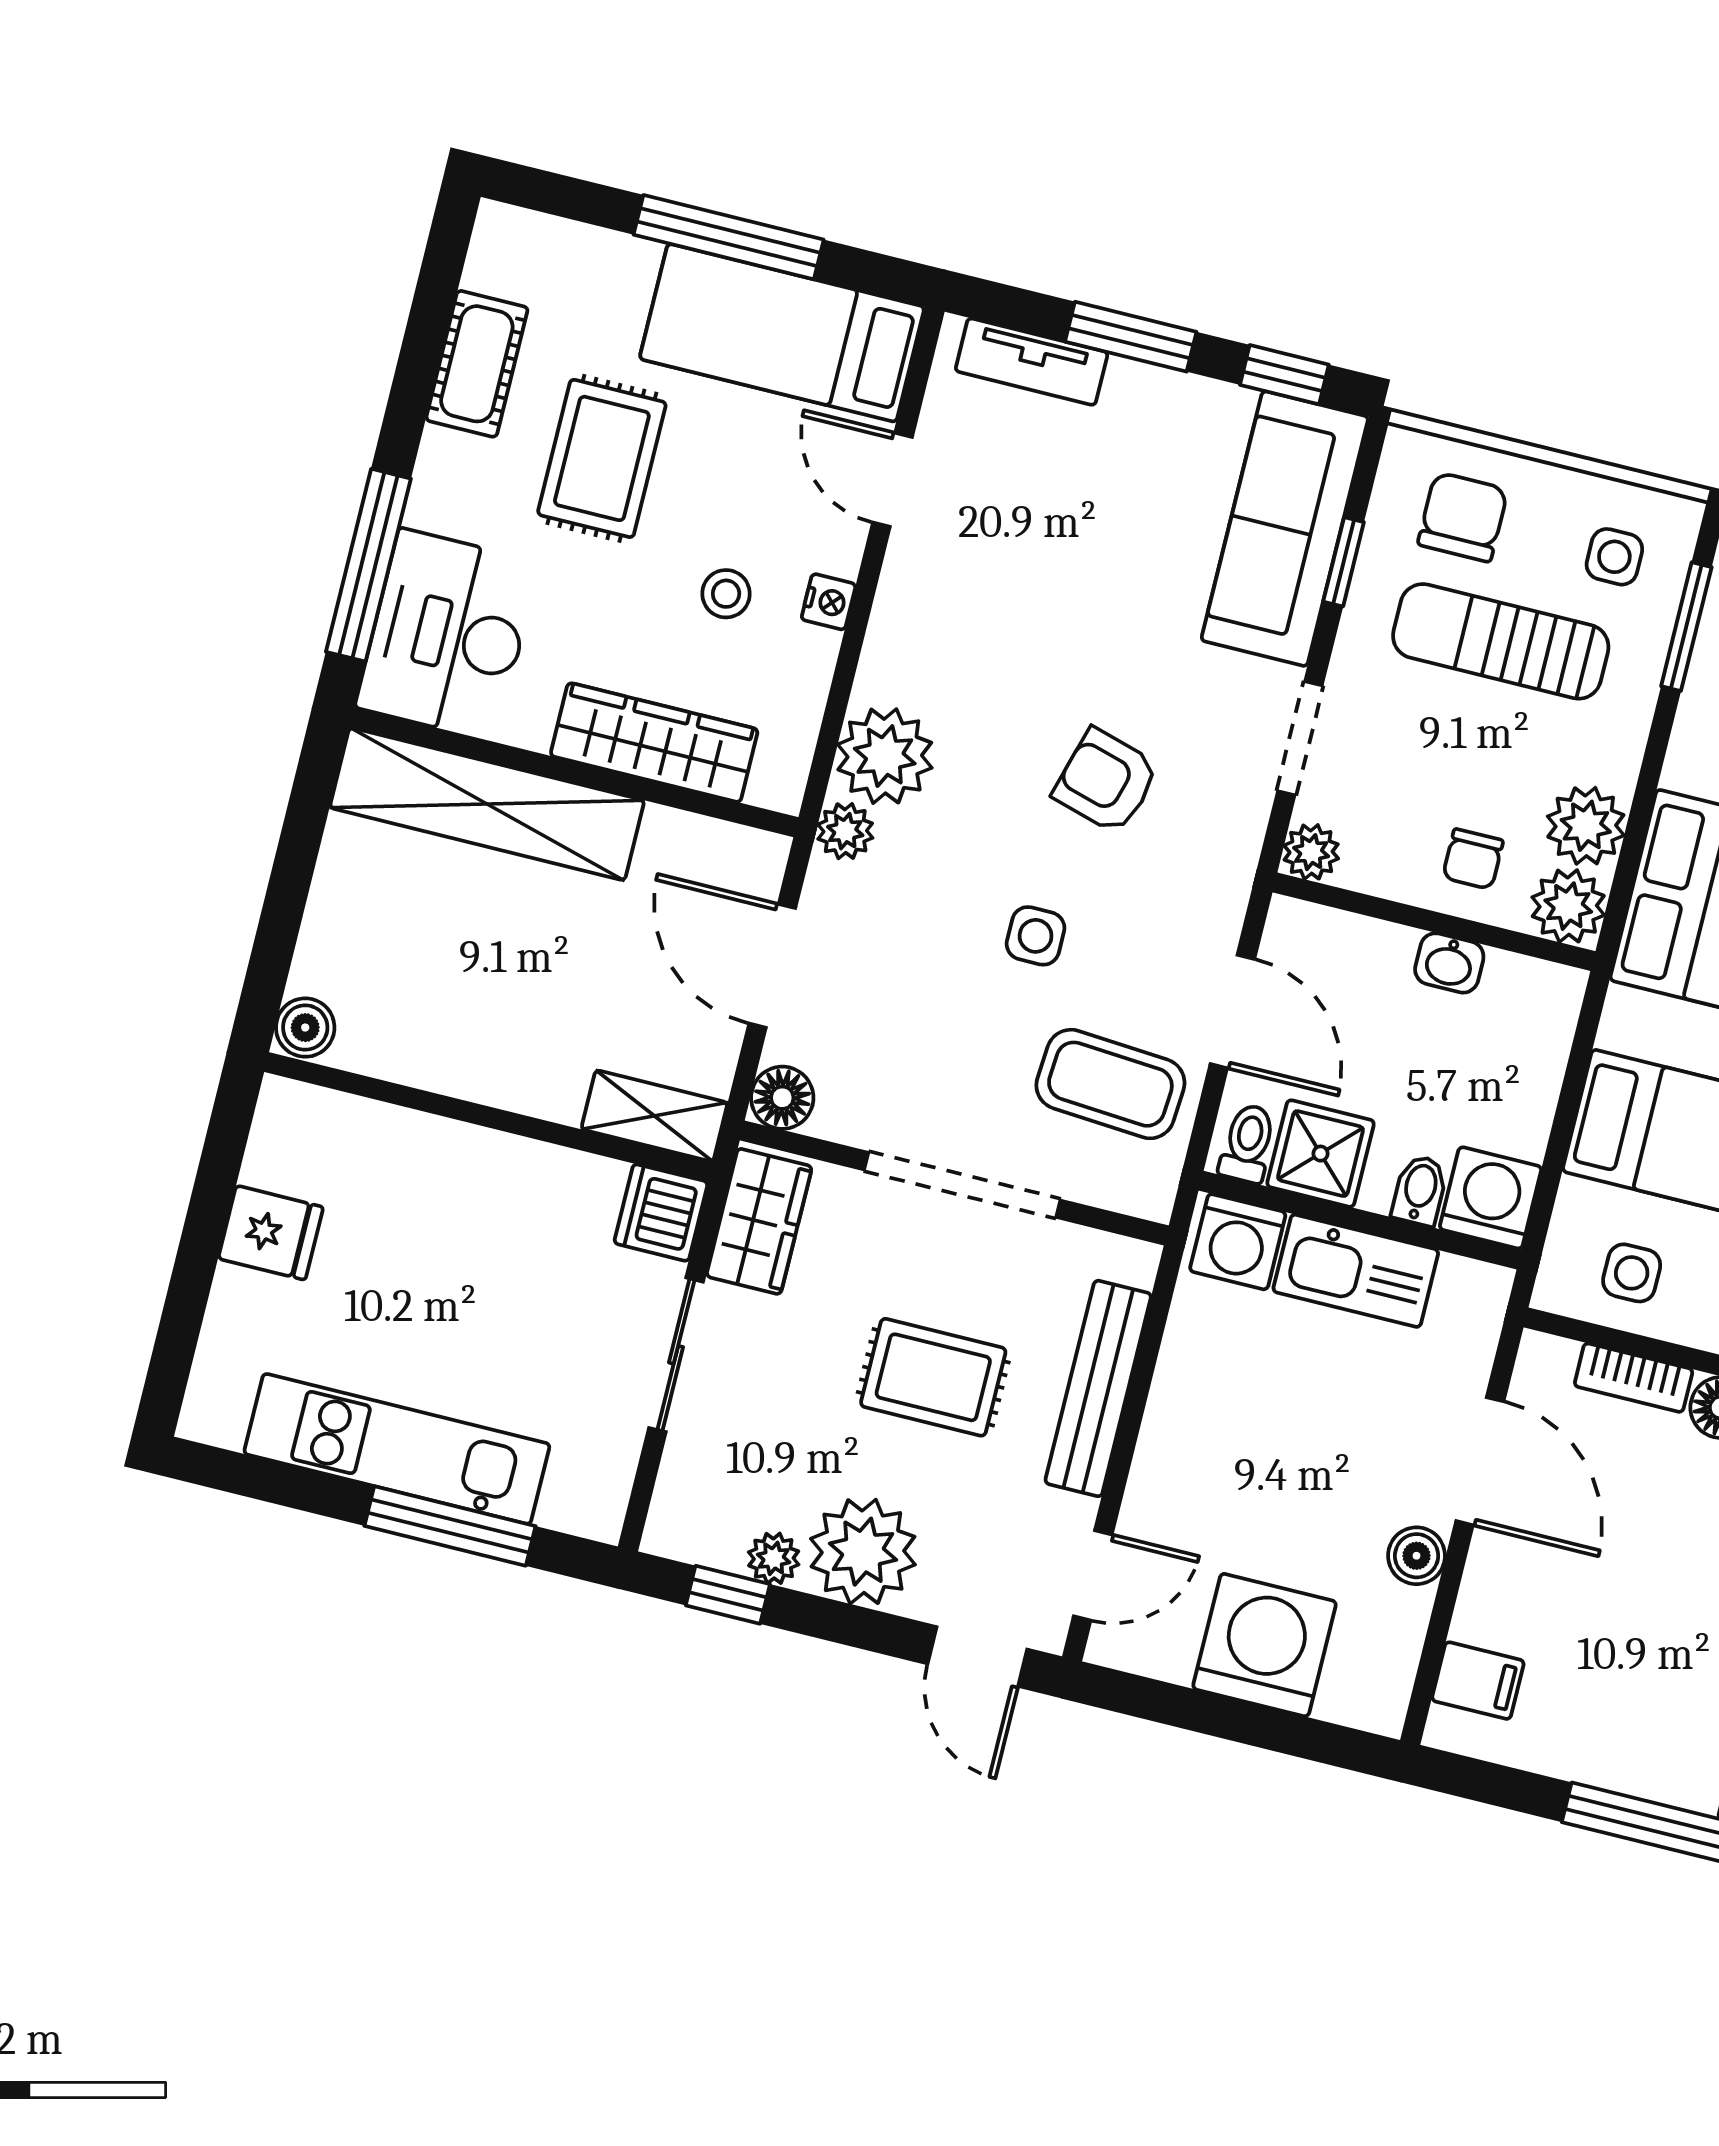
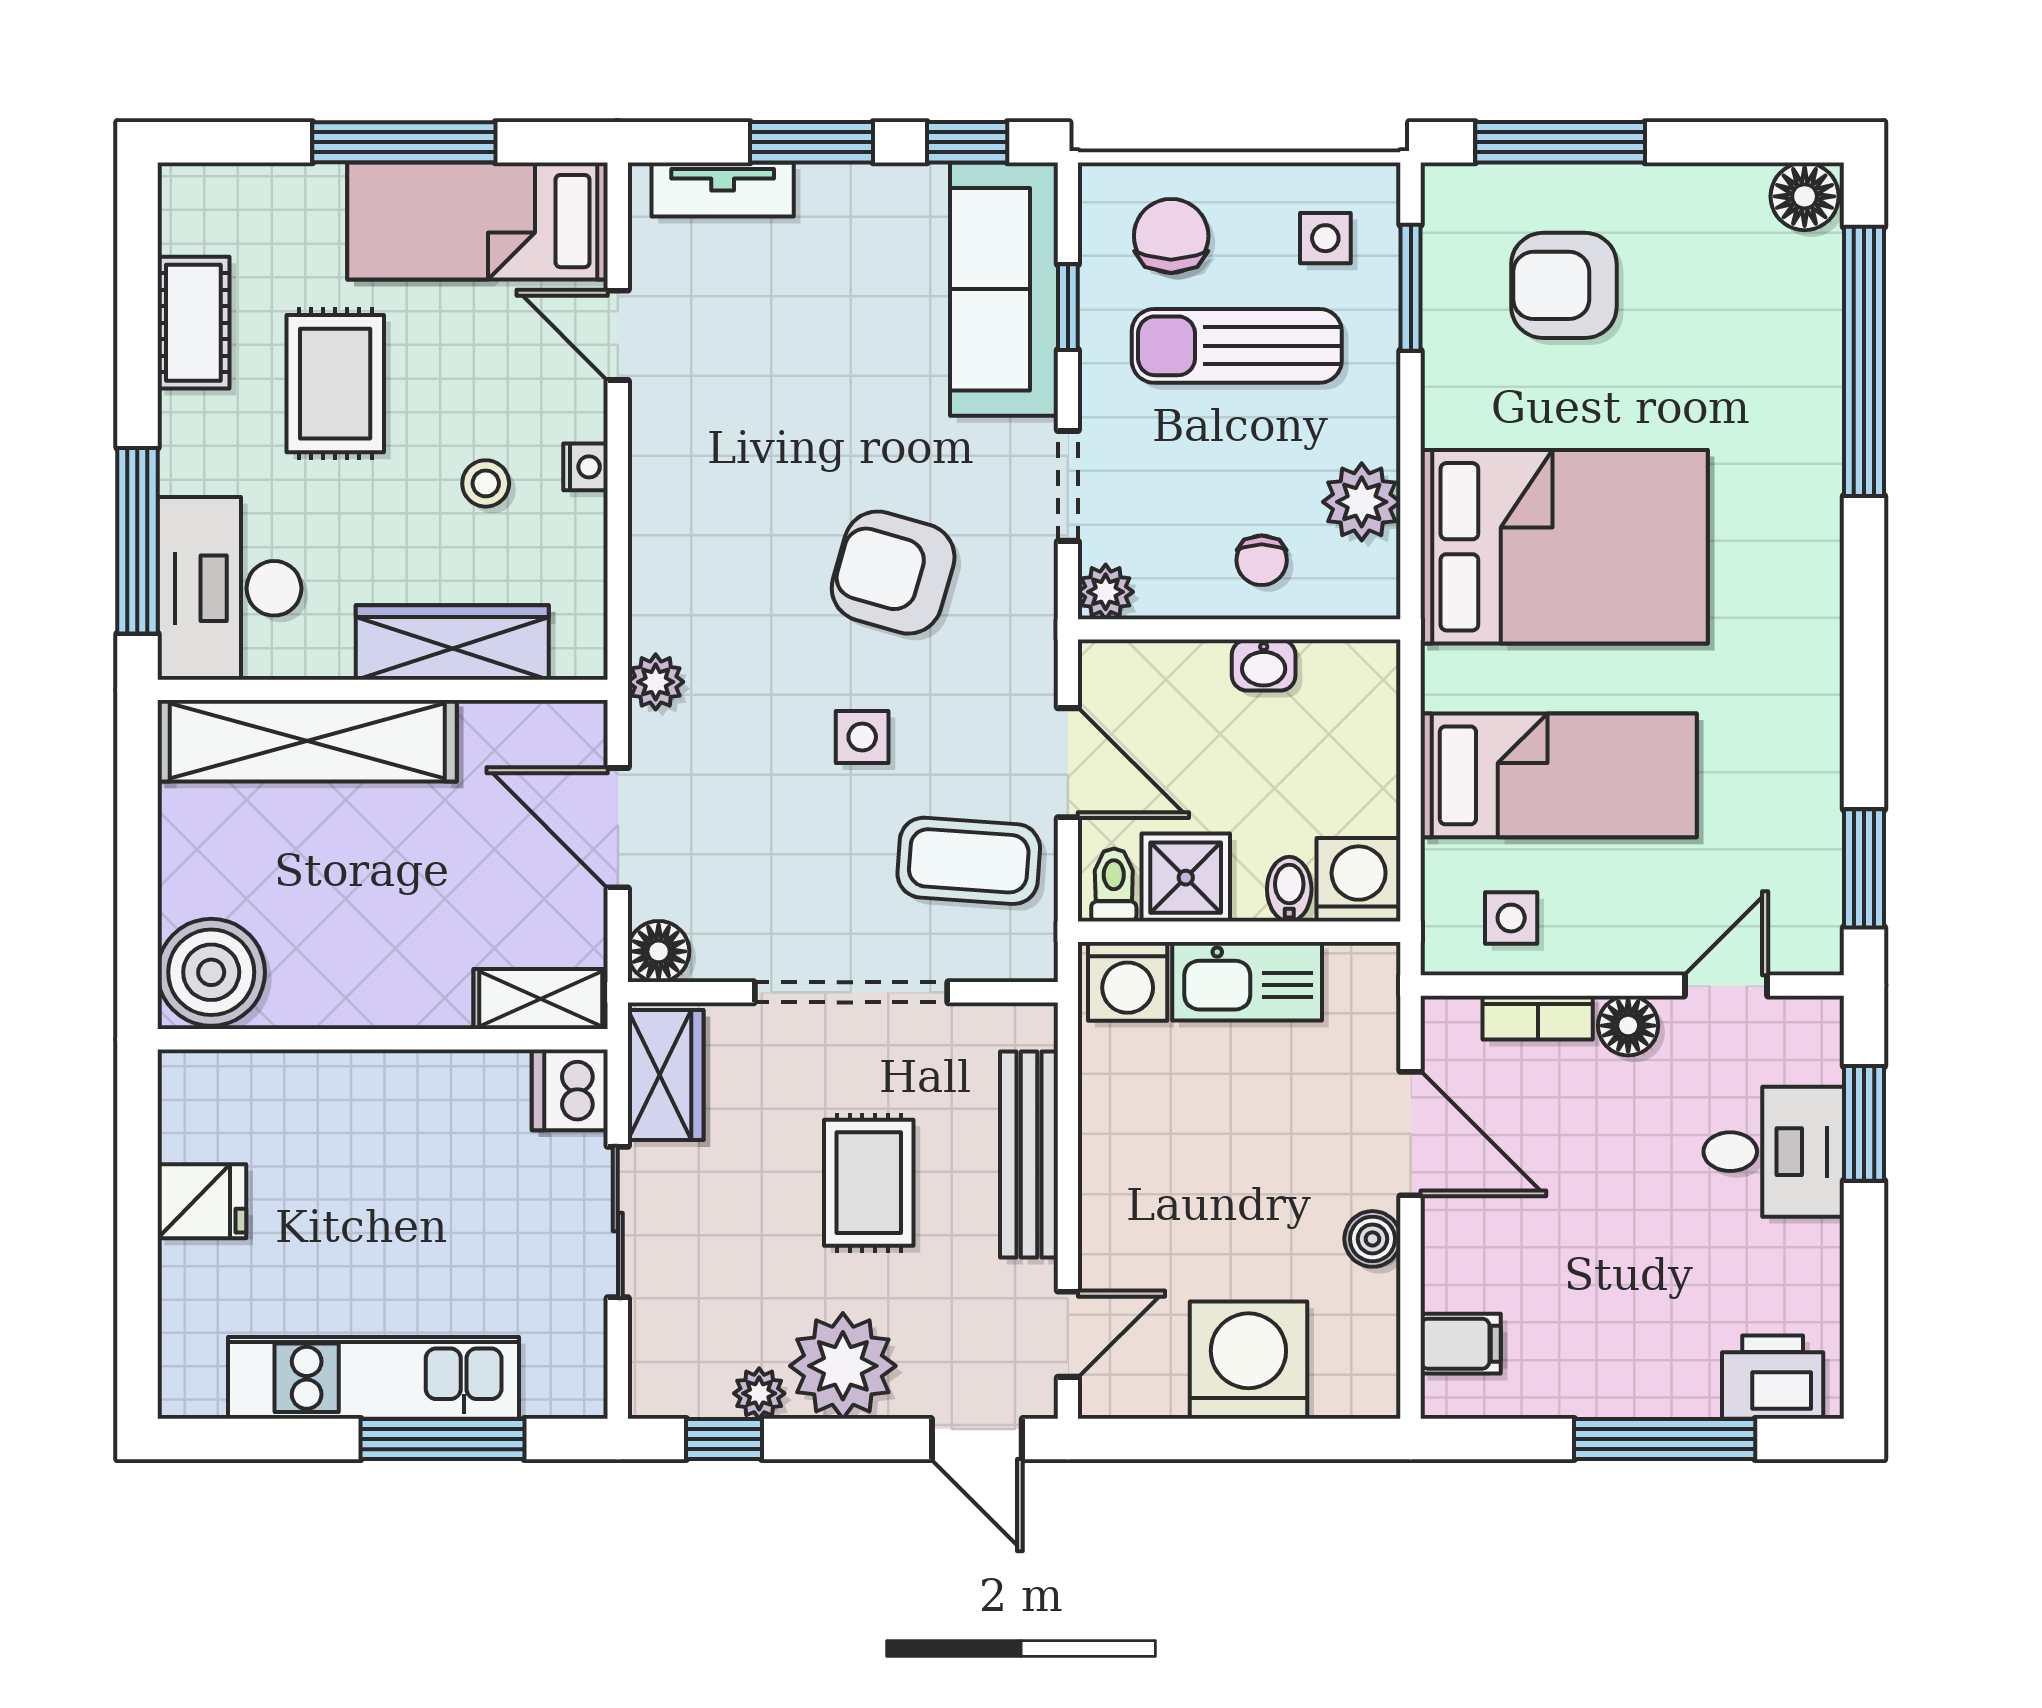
plant: (885, 756) -> (676, 601), removed
armchair: (1106, 781) -> (893, 573), width x1.38, depth x1.38
plant: (1568, 906) -> (1364, 583), removed
boiler: (305, 1028) -> (211, 972), width x1.86, depth x1.86
rug: (933, 1377) -> (869, 1183), turned 90

